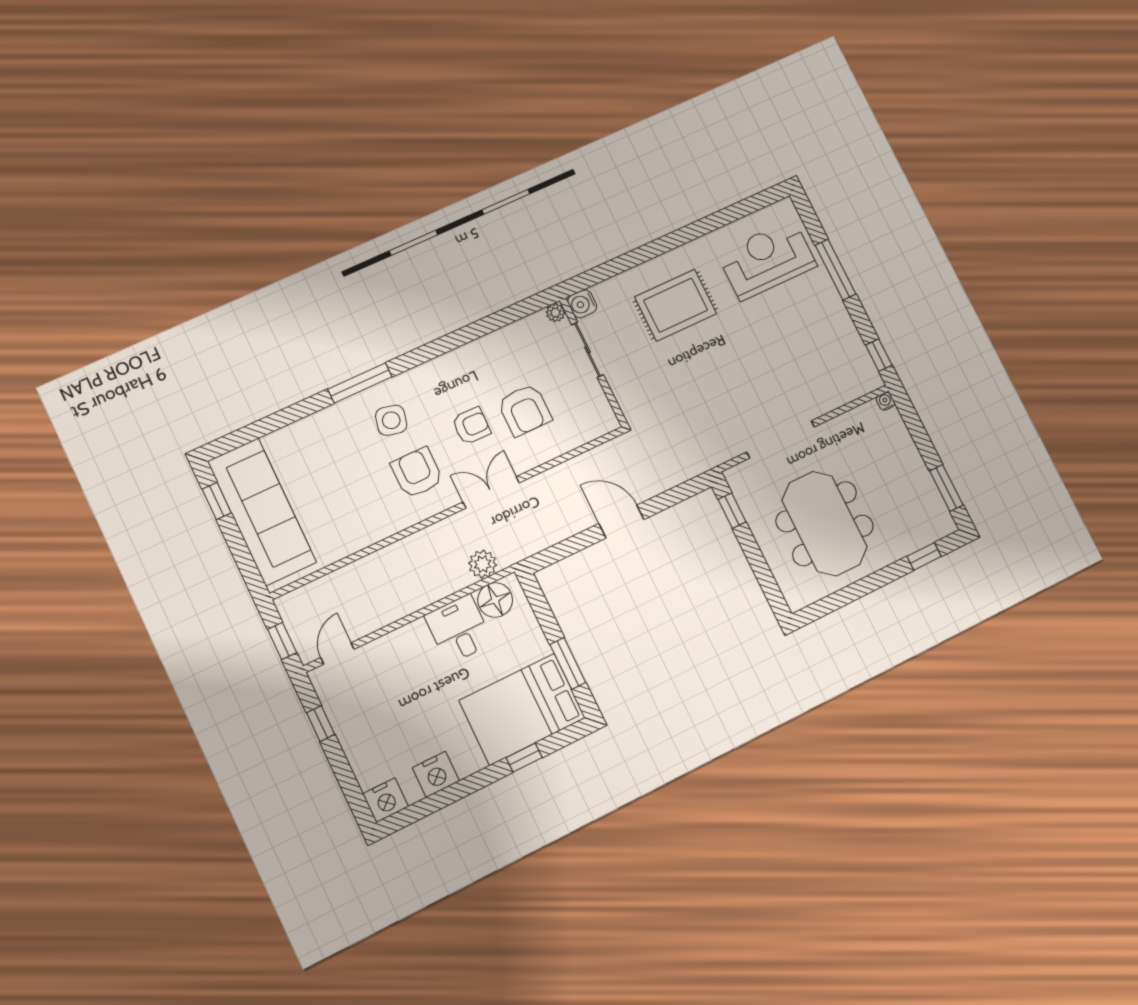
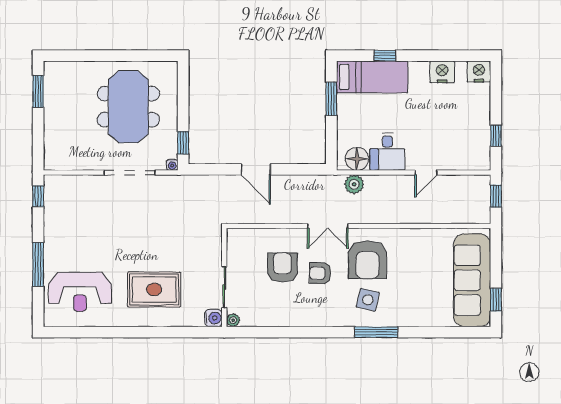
water cooler: (885, 401) -> (172, 165), moved
armchair: (417, 473) -> (367, 260), width x1.36, depth x1.36
window: (924, 556) -> (75, 56), removed
door: (337, 653) -> (426, 173), moved
bed: (522, 709) -> (372, 77), width x0.67

